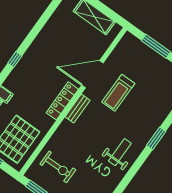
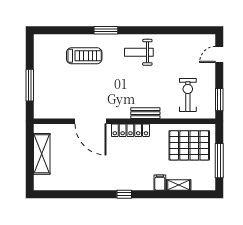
treadmill: (118, 93) -> (84, 56), moved
bench: (78, 109) -> (145, 113), moved

